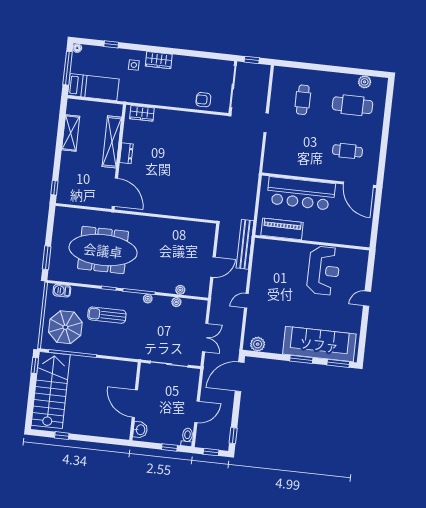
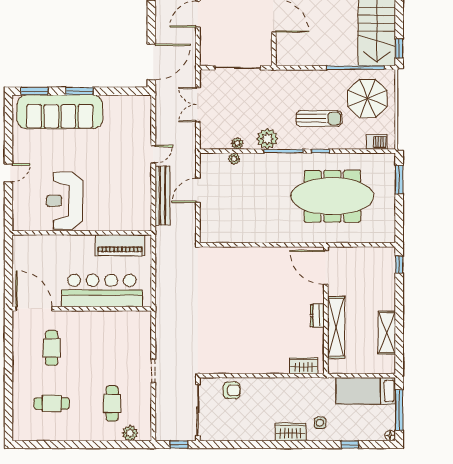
plant: (365, 82) -> (130, 433), moved
cafe table: (353, 105) -> (52, 403), width x0.73, depth x0.74
cafe table: (347, 151) -> (52, 348), turned 90
bench: (245, 244) -> (162, 196), moved
plant: (148, 299) -> (267, 139), width x1.88, depth x1.88
plant: (258, 344) -> (134, 104), removed

